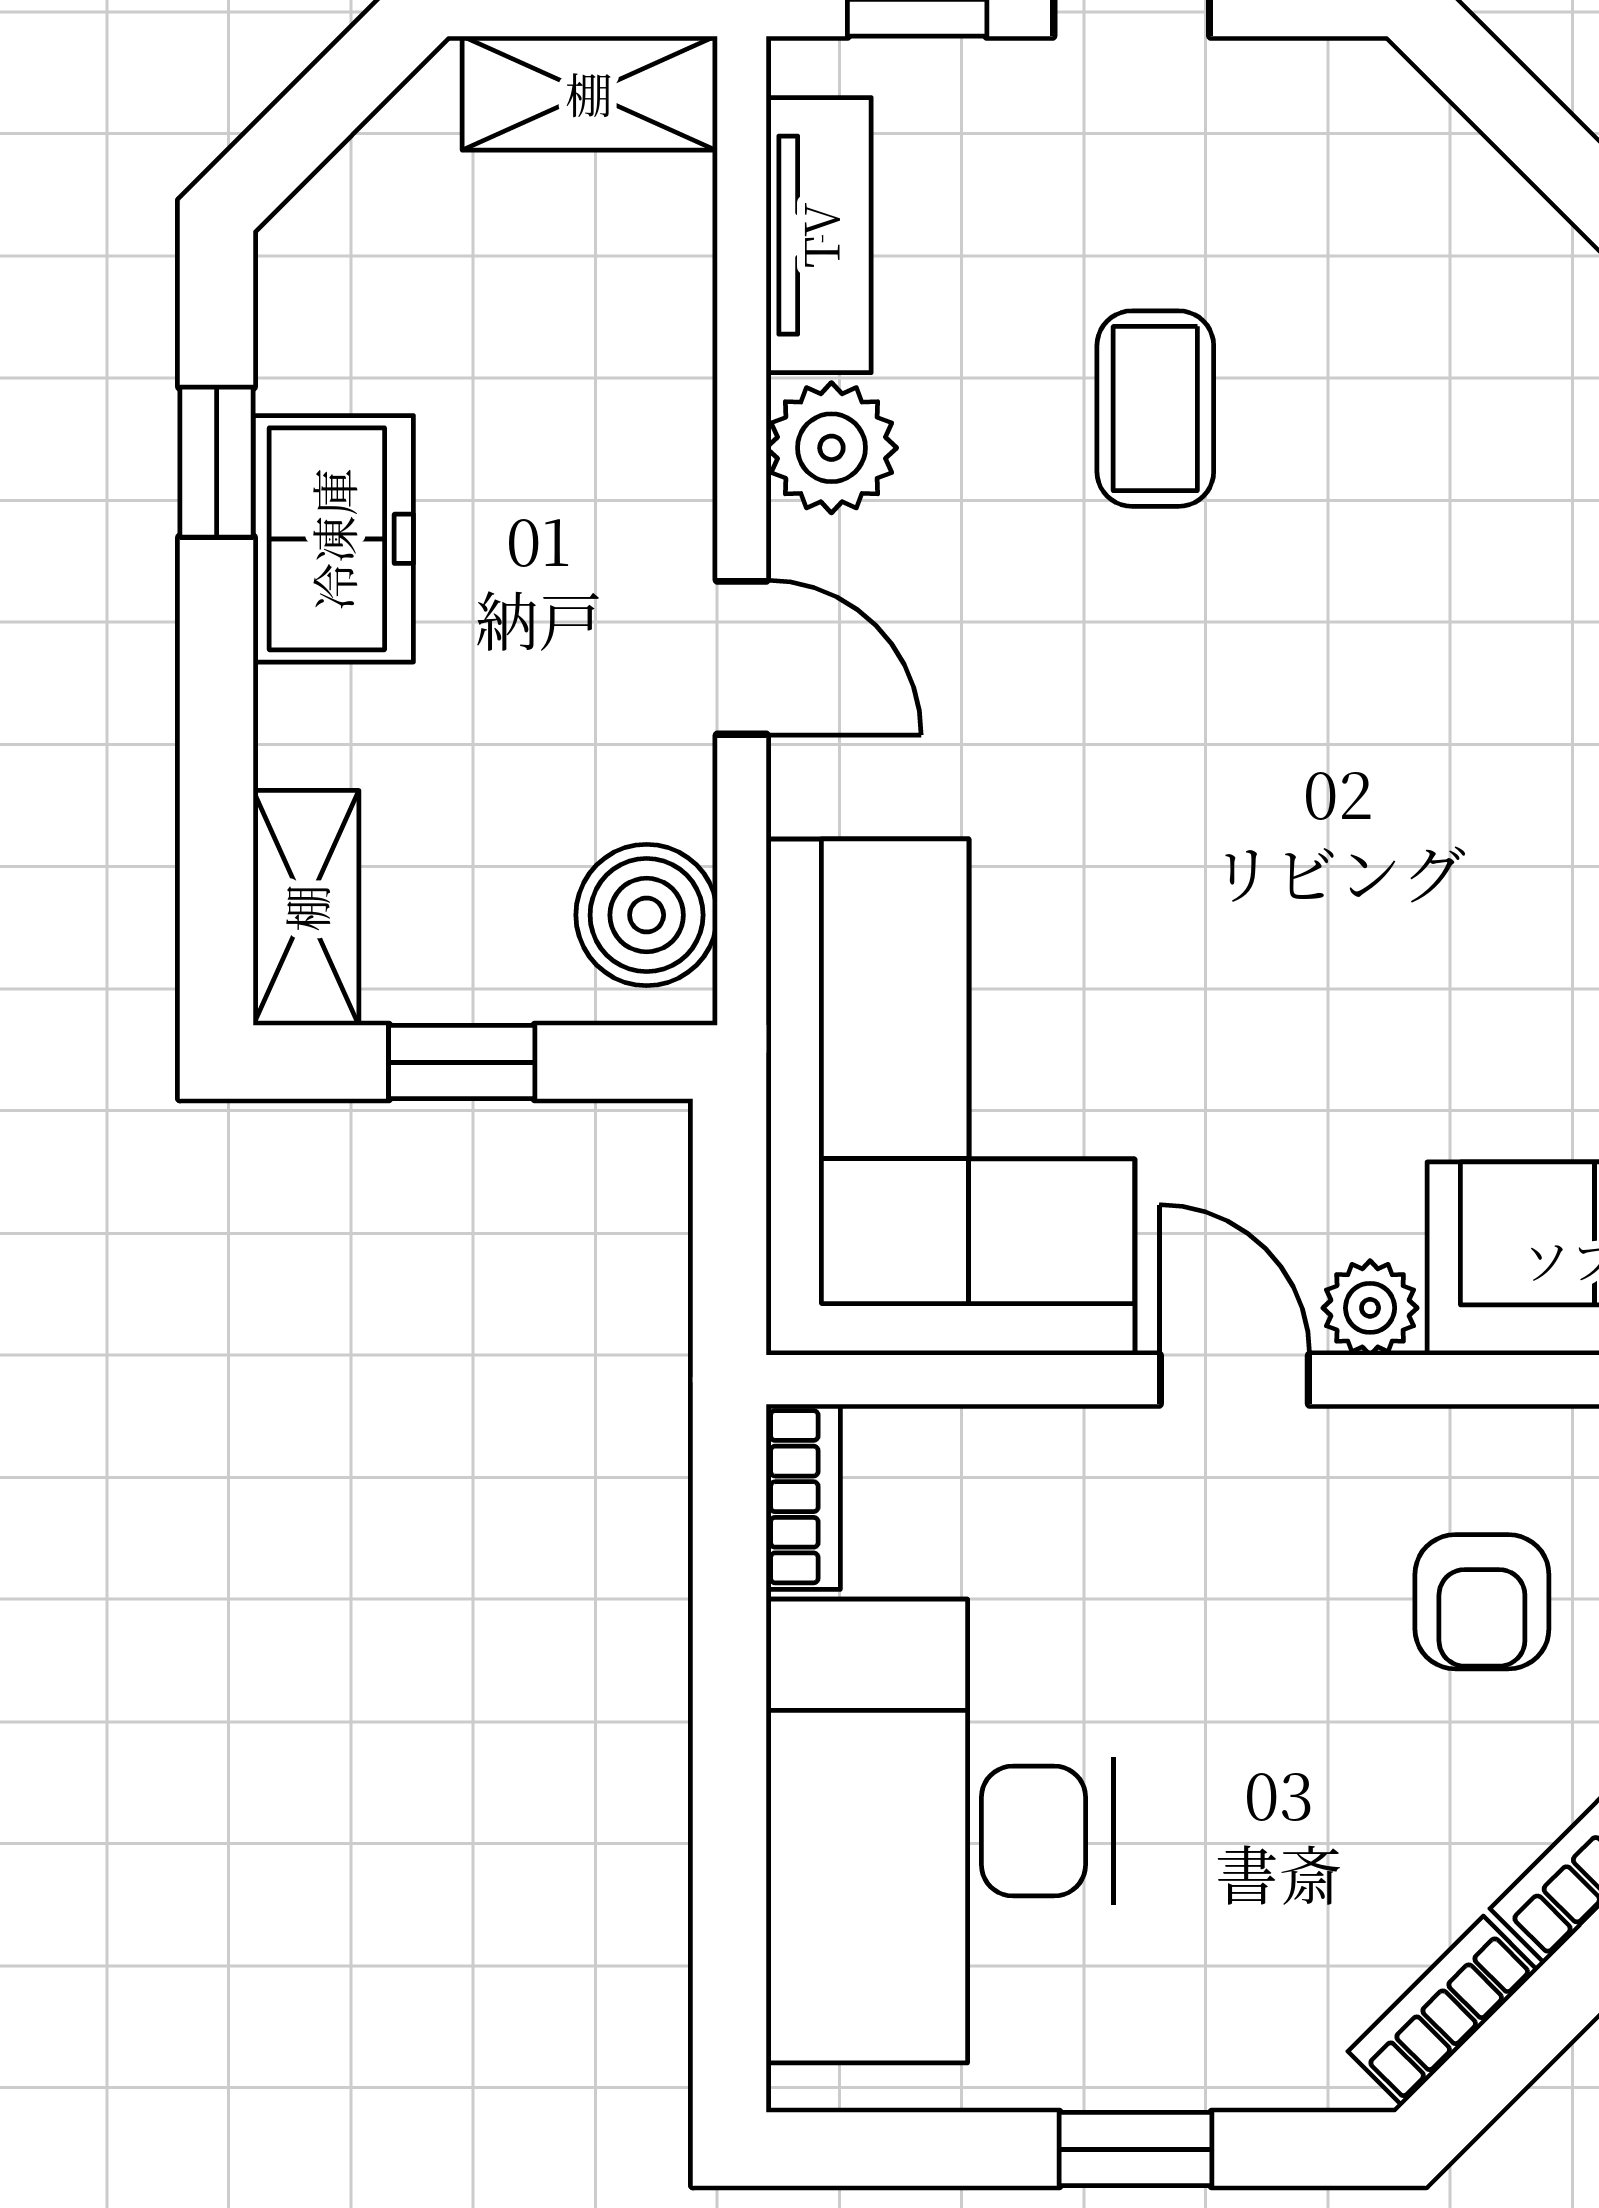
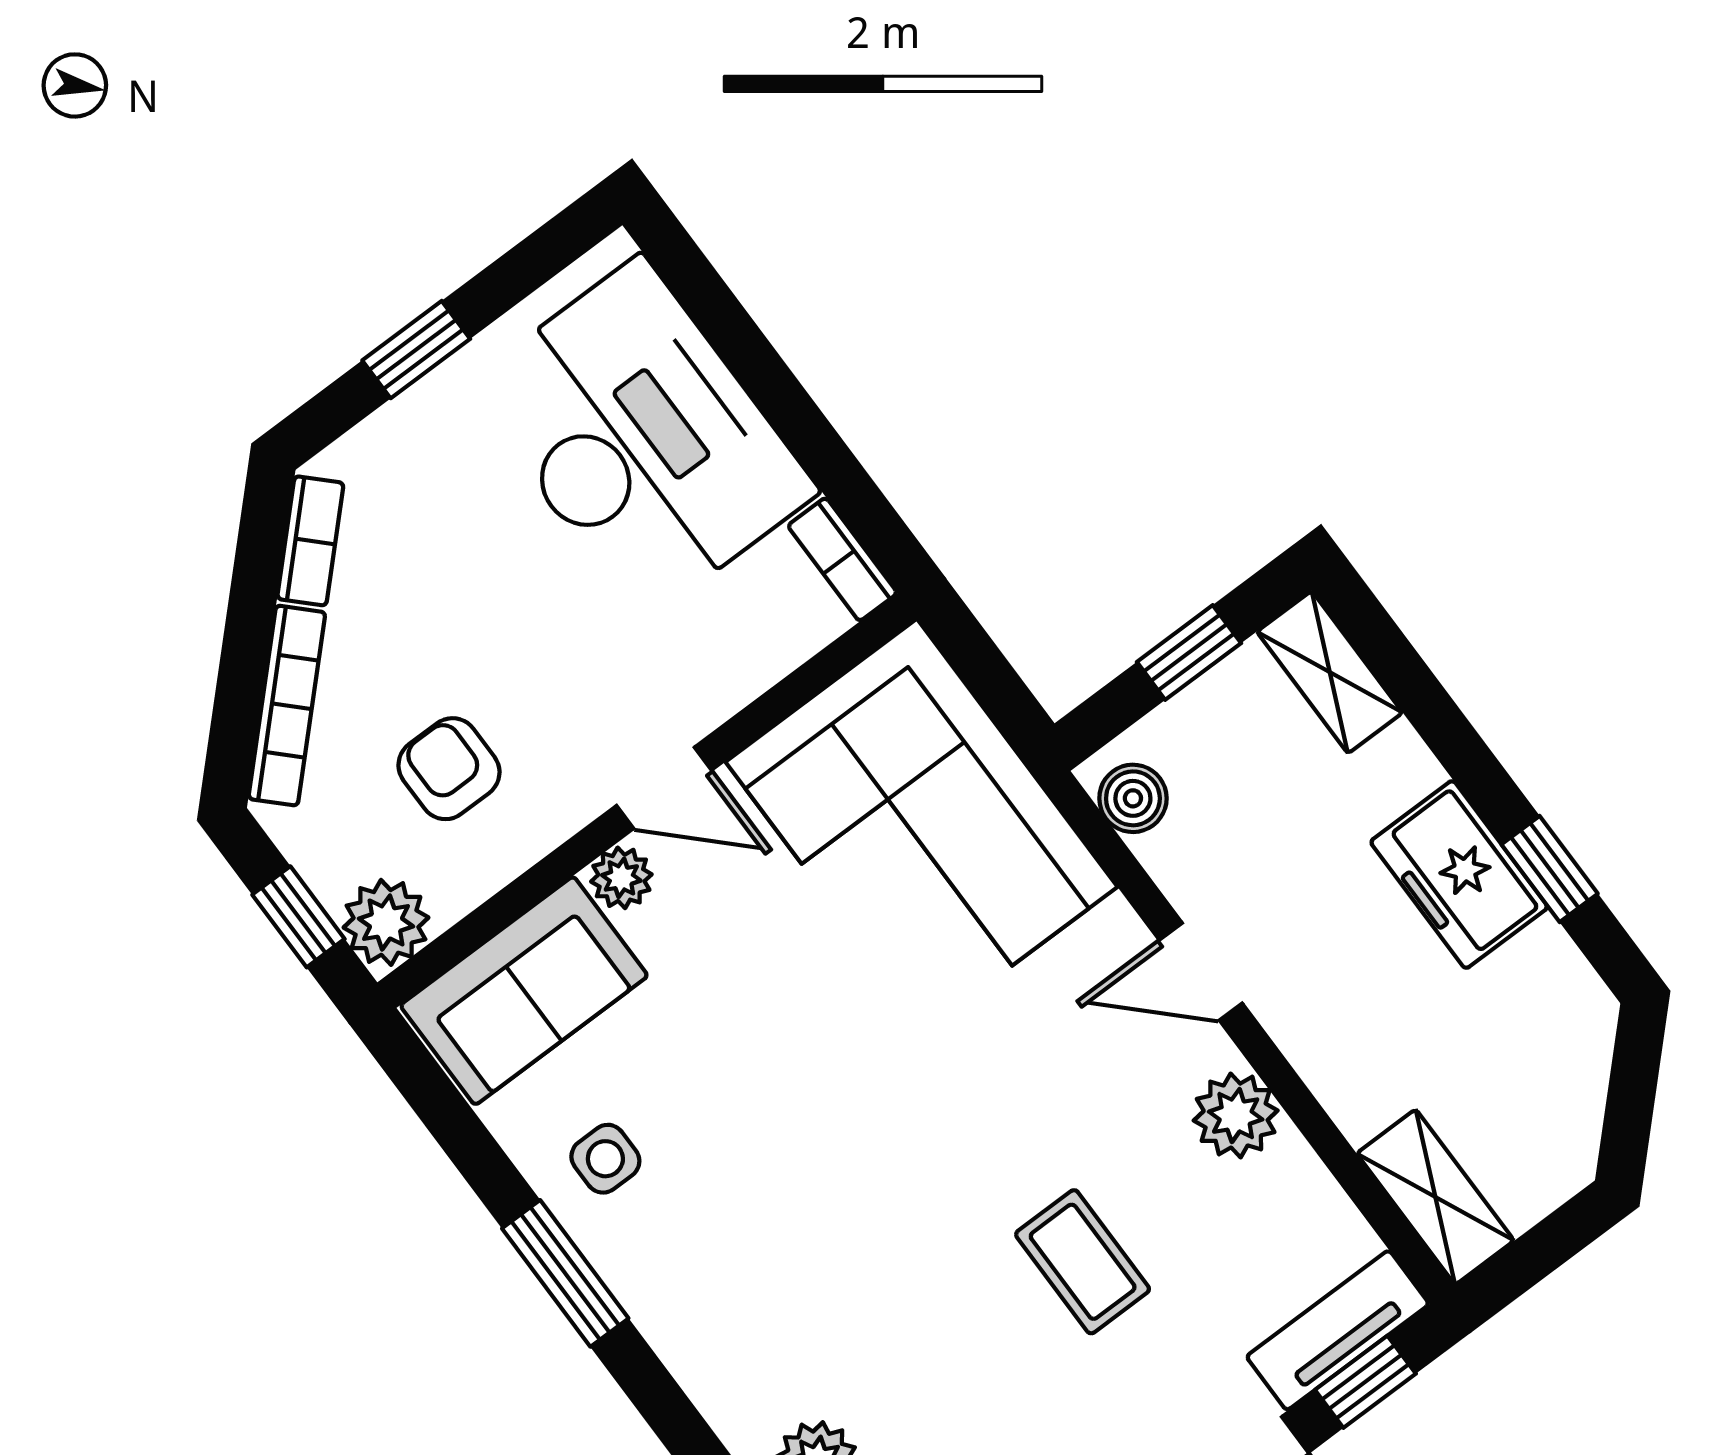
shelving: (589, 93) -> (1435, 1197), moved, turned 90
tv unit: (819, 235) -> (1338, 1330), moved, turned 90
boiler: (647, 915) -> (1133, 798), width x0.73, depth x0.73

